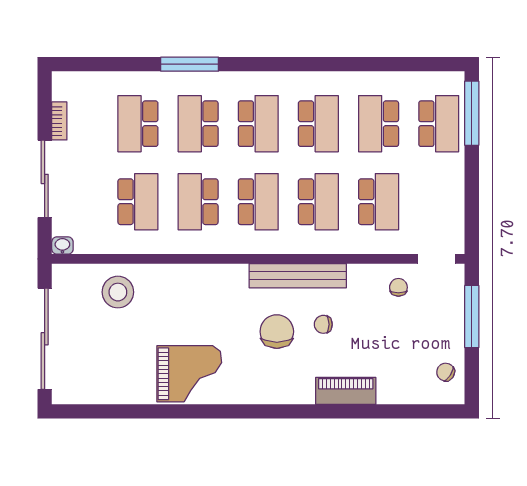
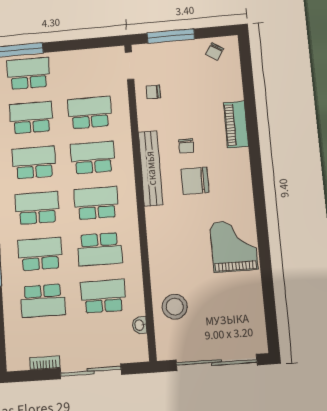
school desk: (198, 124) -> (40, 254), turned 180
school desk: (379, 124) -> (31, 118), turned 180
washbasin: (62, 246) -> (140, 325), moved

